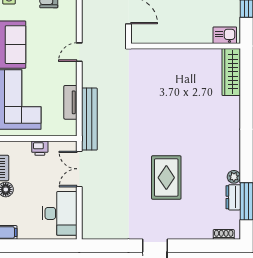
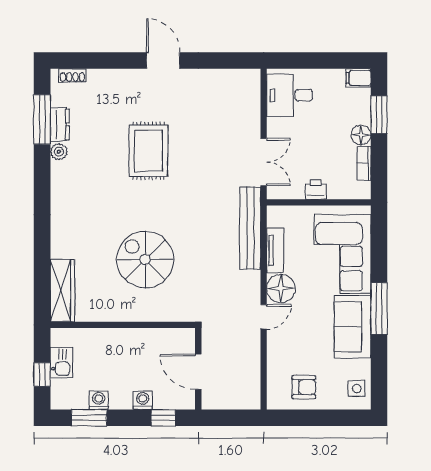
kitchen sink: (225, 35) -> (61, 363), moved, turned -90
floor lamp: (66, 73) -> (281, 288), added
spiral stairs: (169, 95) -> (145, 260), added
desk: (60, 213) -> (290, 95), width x0.73

